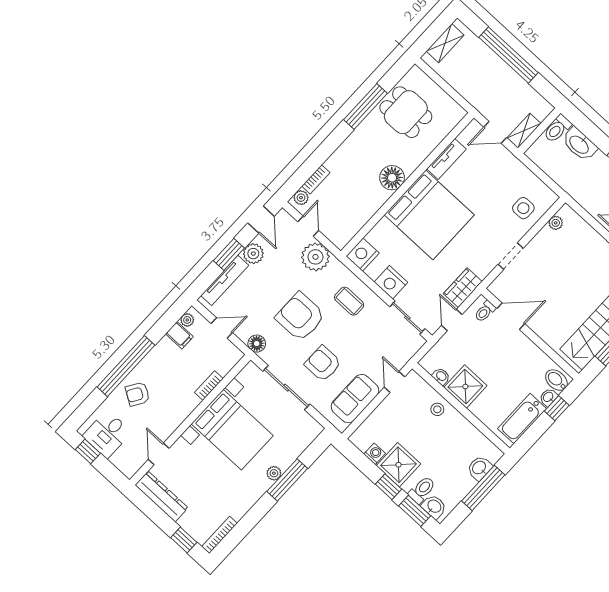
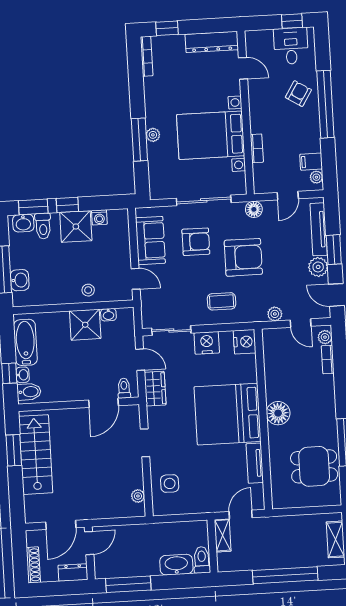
plant: (315, 257) -> (275, 314), width x0.53, depth x0.53

